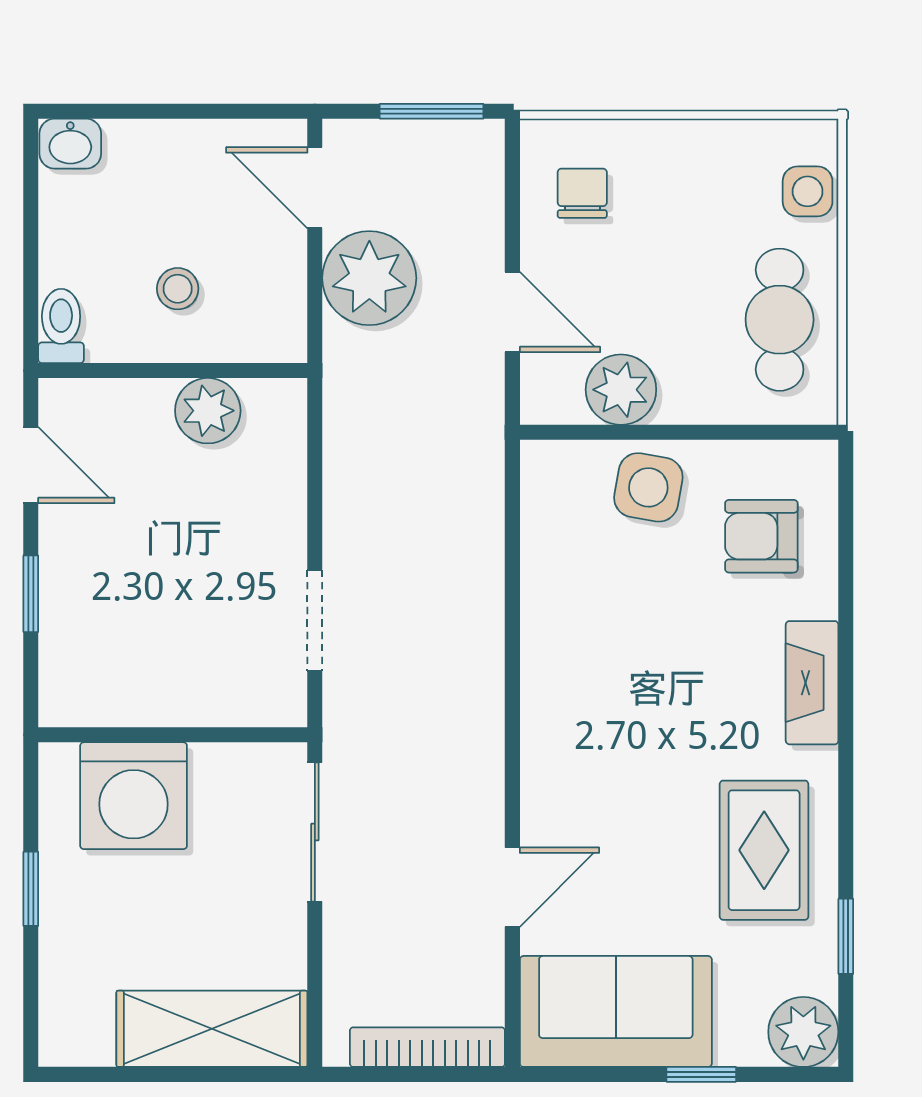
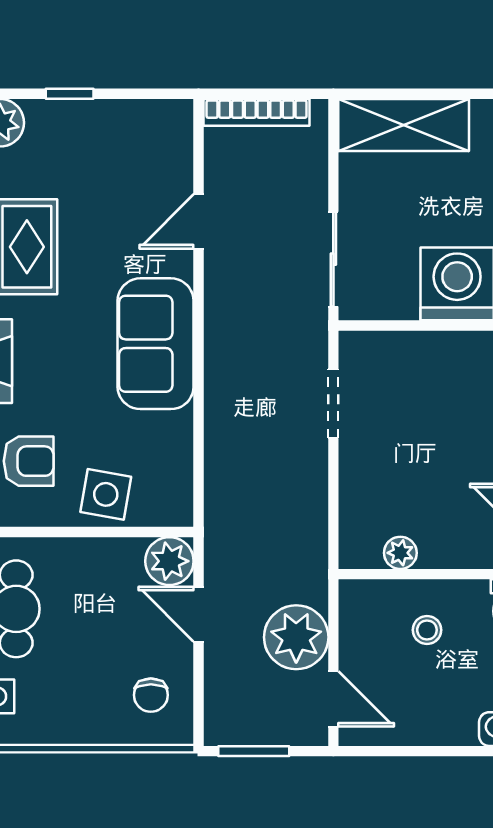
plant: (621, 390) -> (169, 561), moved
plant: (208, 411) -> (400, 553), width x0.73, depth x0.73
sofa: (616, 1011) -> (156, 344), moved, turned 90

